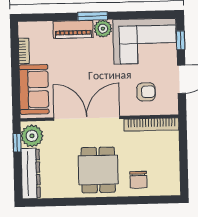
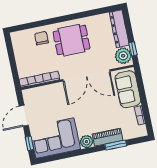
window: (93, 16) -> (116, 145), moved
armchair: (146, 92) -> (47, 102), removed
dining table: (98, 170) -> (71, 40), turned 90

